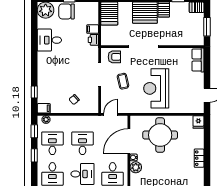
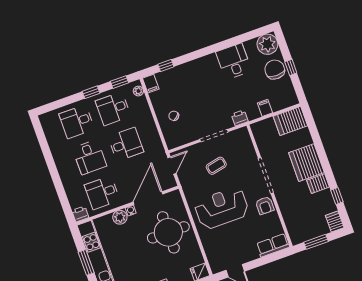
printer: (93, 40) -> (240, 118), moved
armchair: (114, 57) -> (265, 206), moved
door: (111, 114) -> (172, 165), hinge flipped
door: (129, 141) -> (148, 198), hinge flipped
desk: (52, 143) -> (113, 109), turned 180

